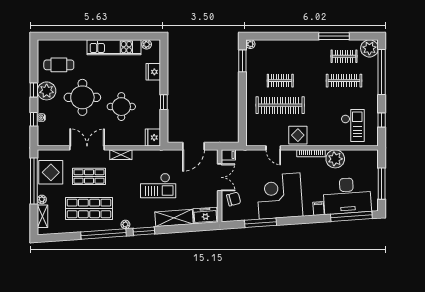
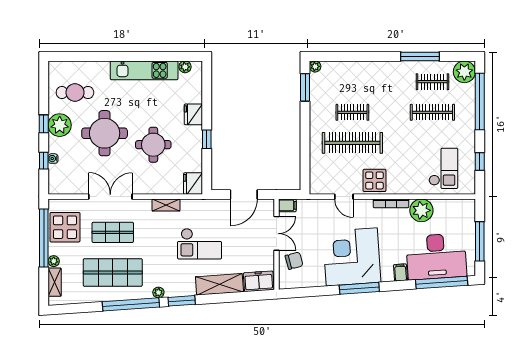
fridge: (153, 72) -> (193, 114), moved
shelving: (121, 155) -> (166, 205), moved
window: (261, 223) -> (359, 288), moved

